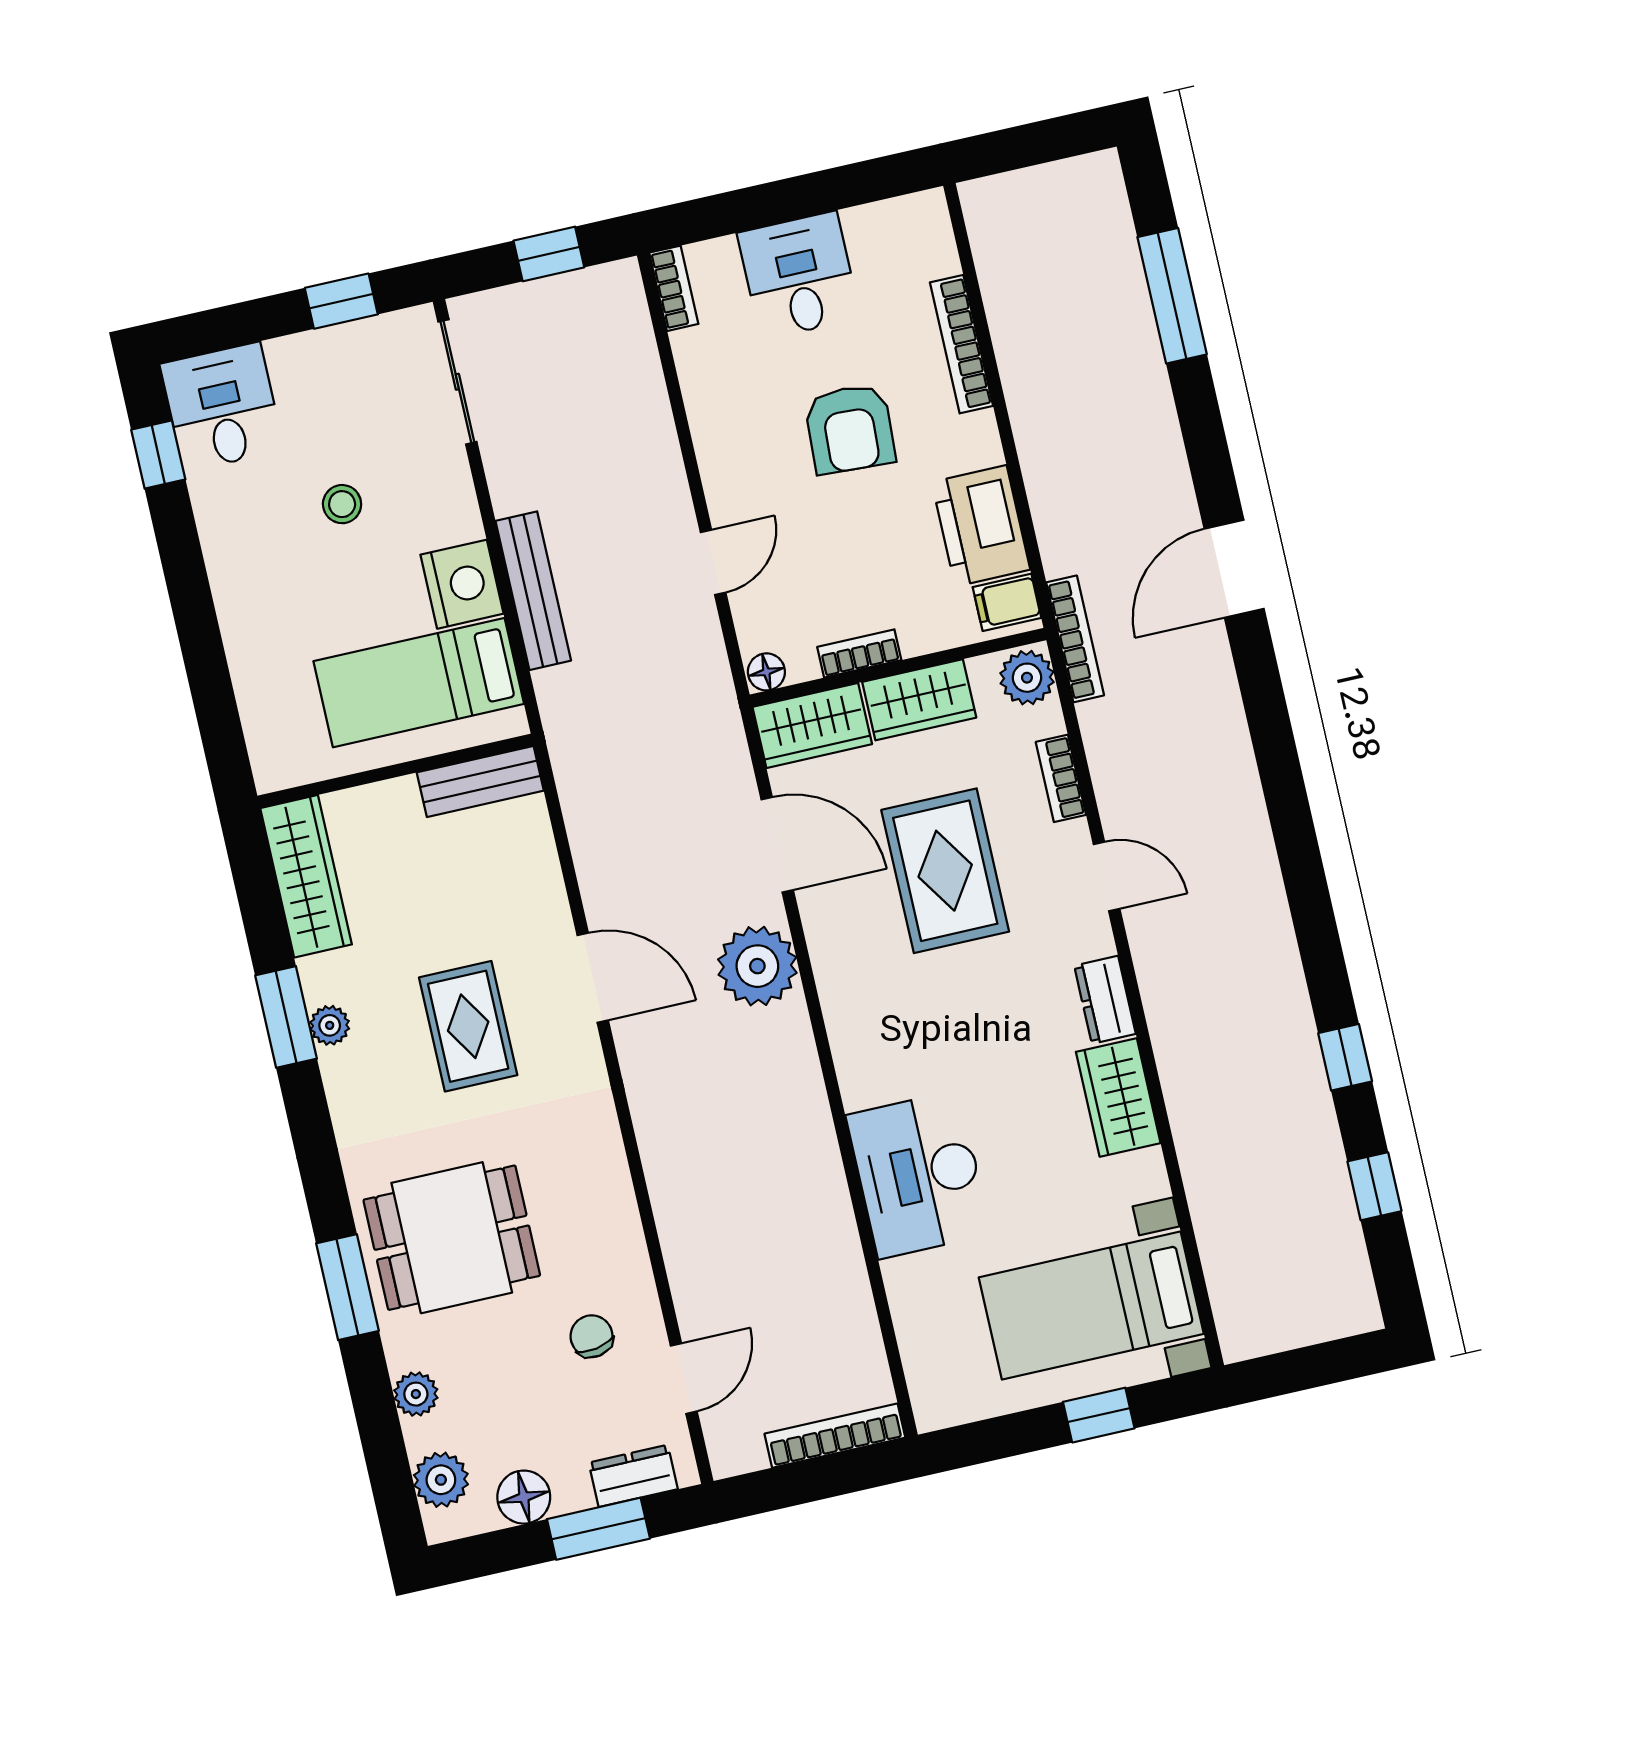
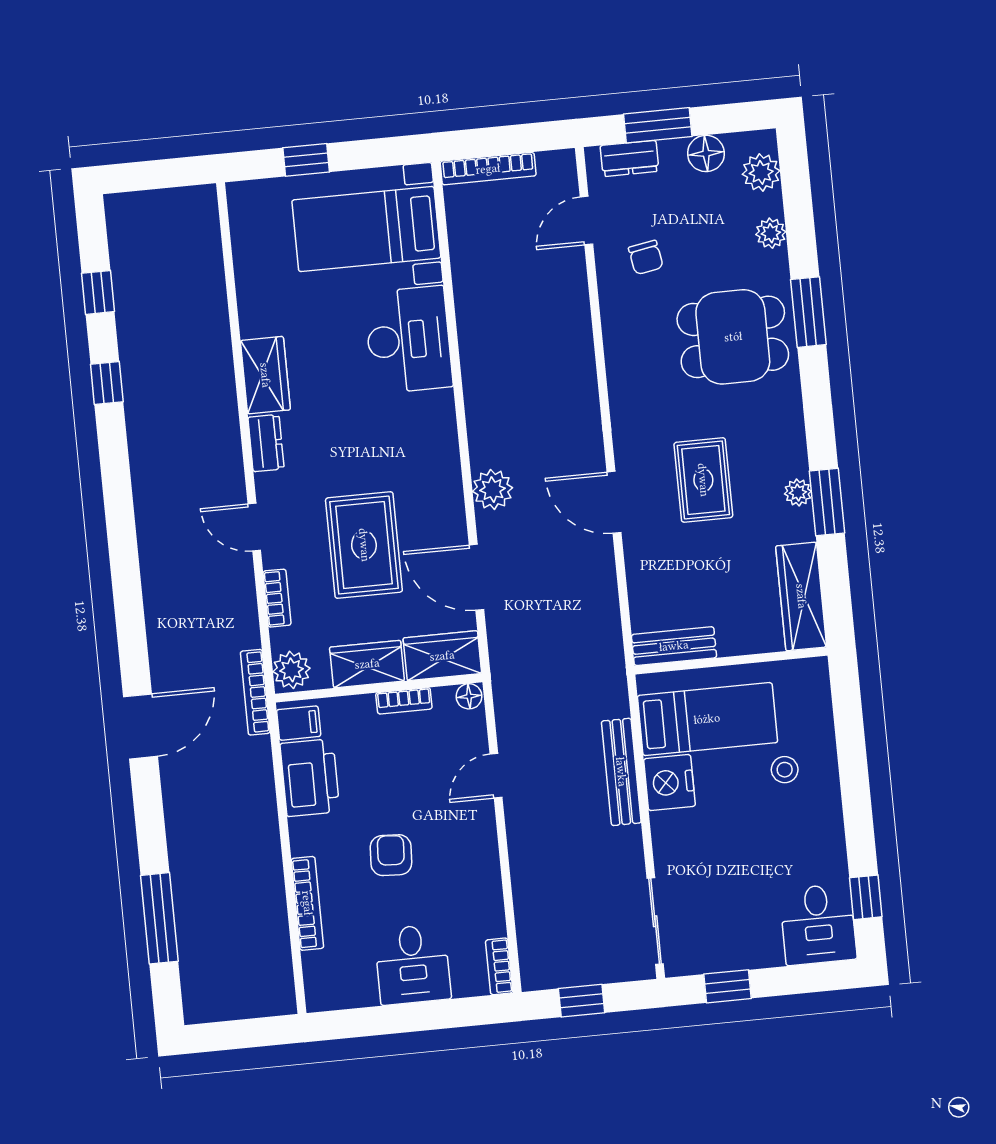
armchair: (850, 429) -> (391, 855), width x0.72, depth x0.72
stool: (342, 504) -> (785, 770), moved
plant: (757, 966) -> (493, 489), width x0.73, depth x0.73
bed with nightstands: (1091, 1306) -> (366, 229), moved, turned 180

